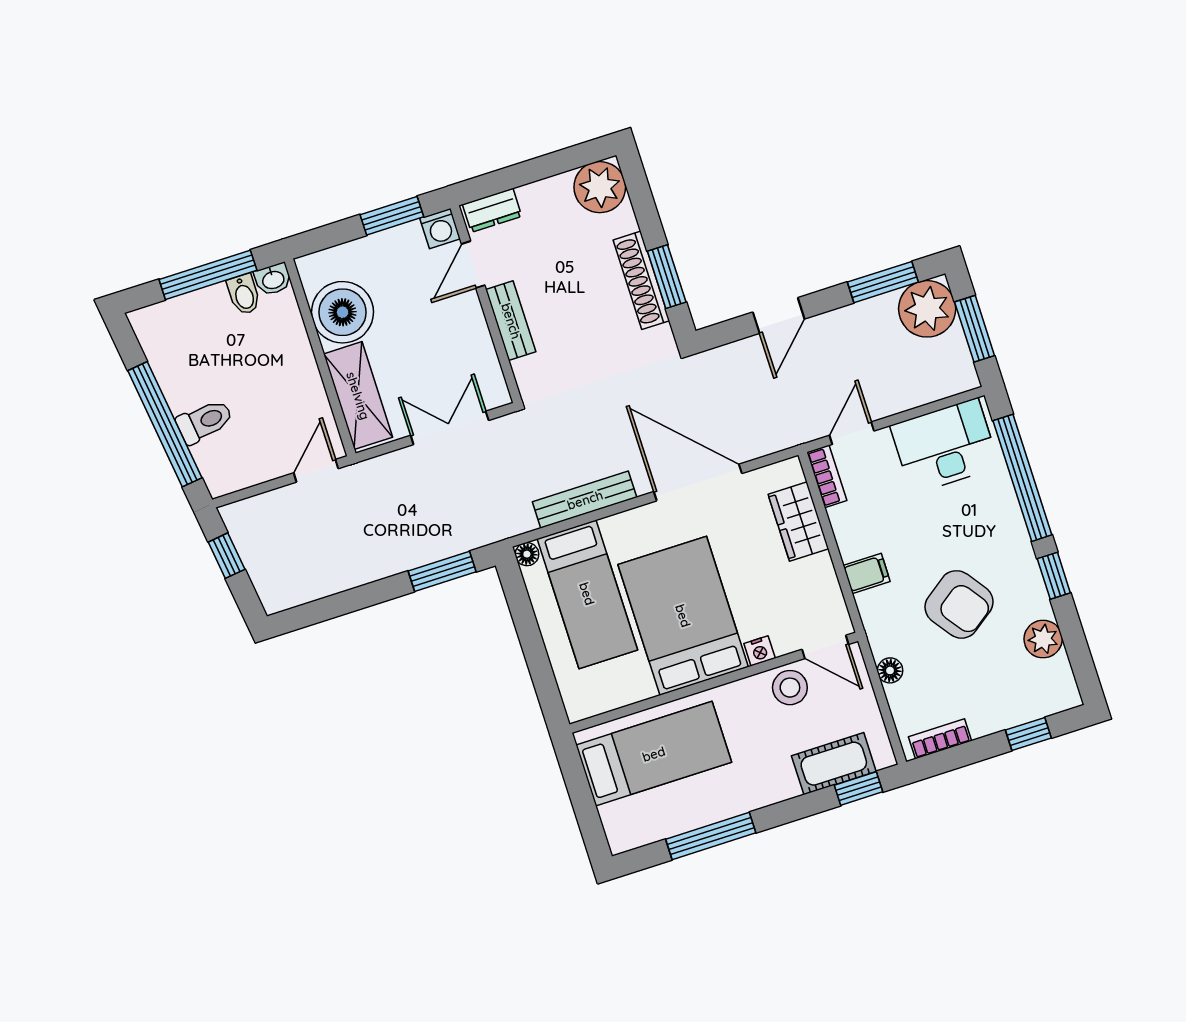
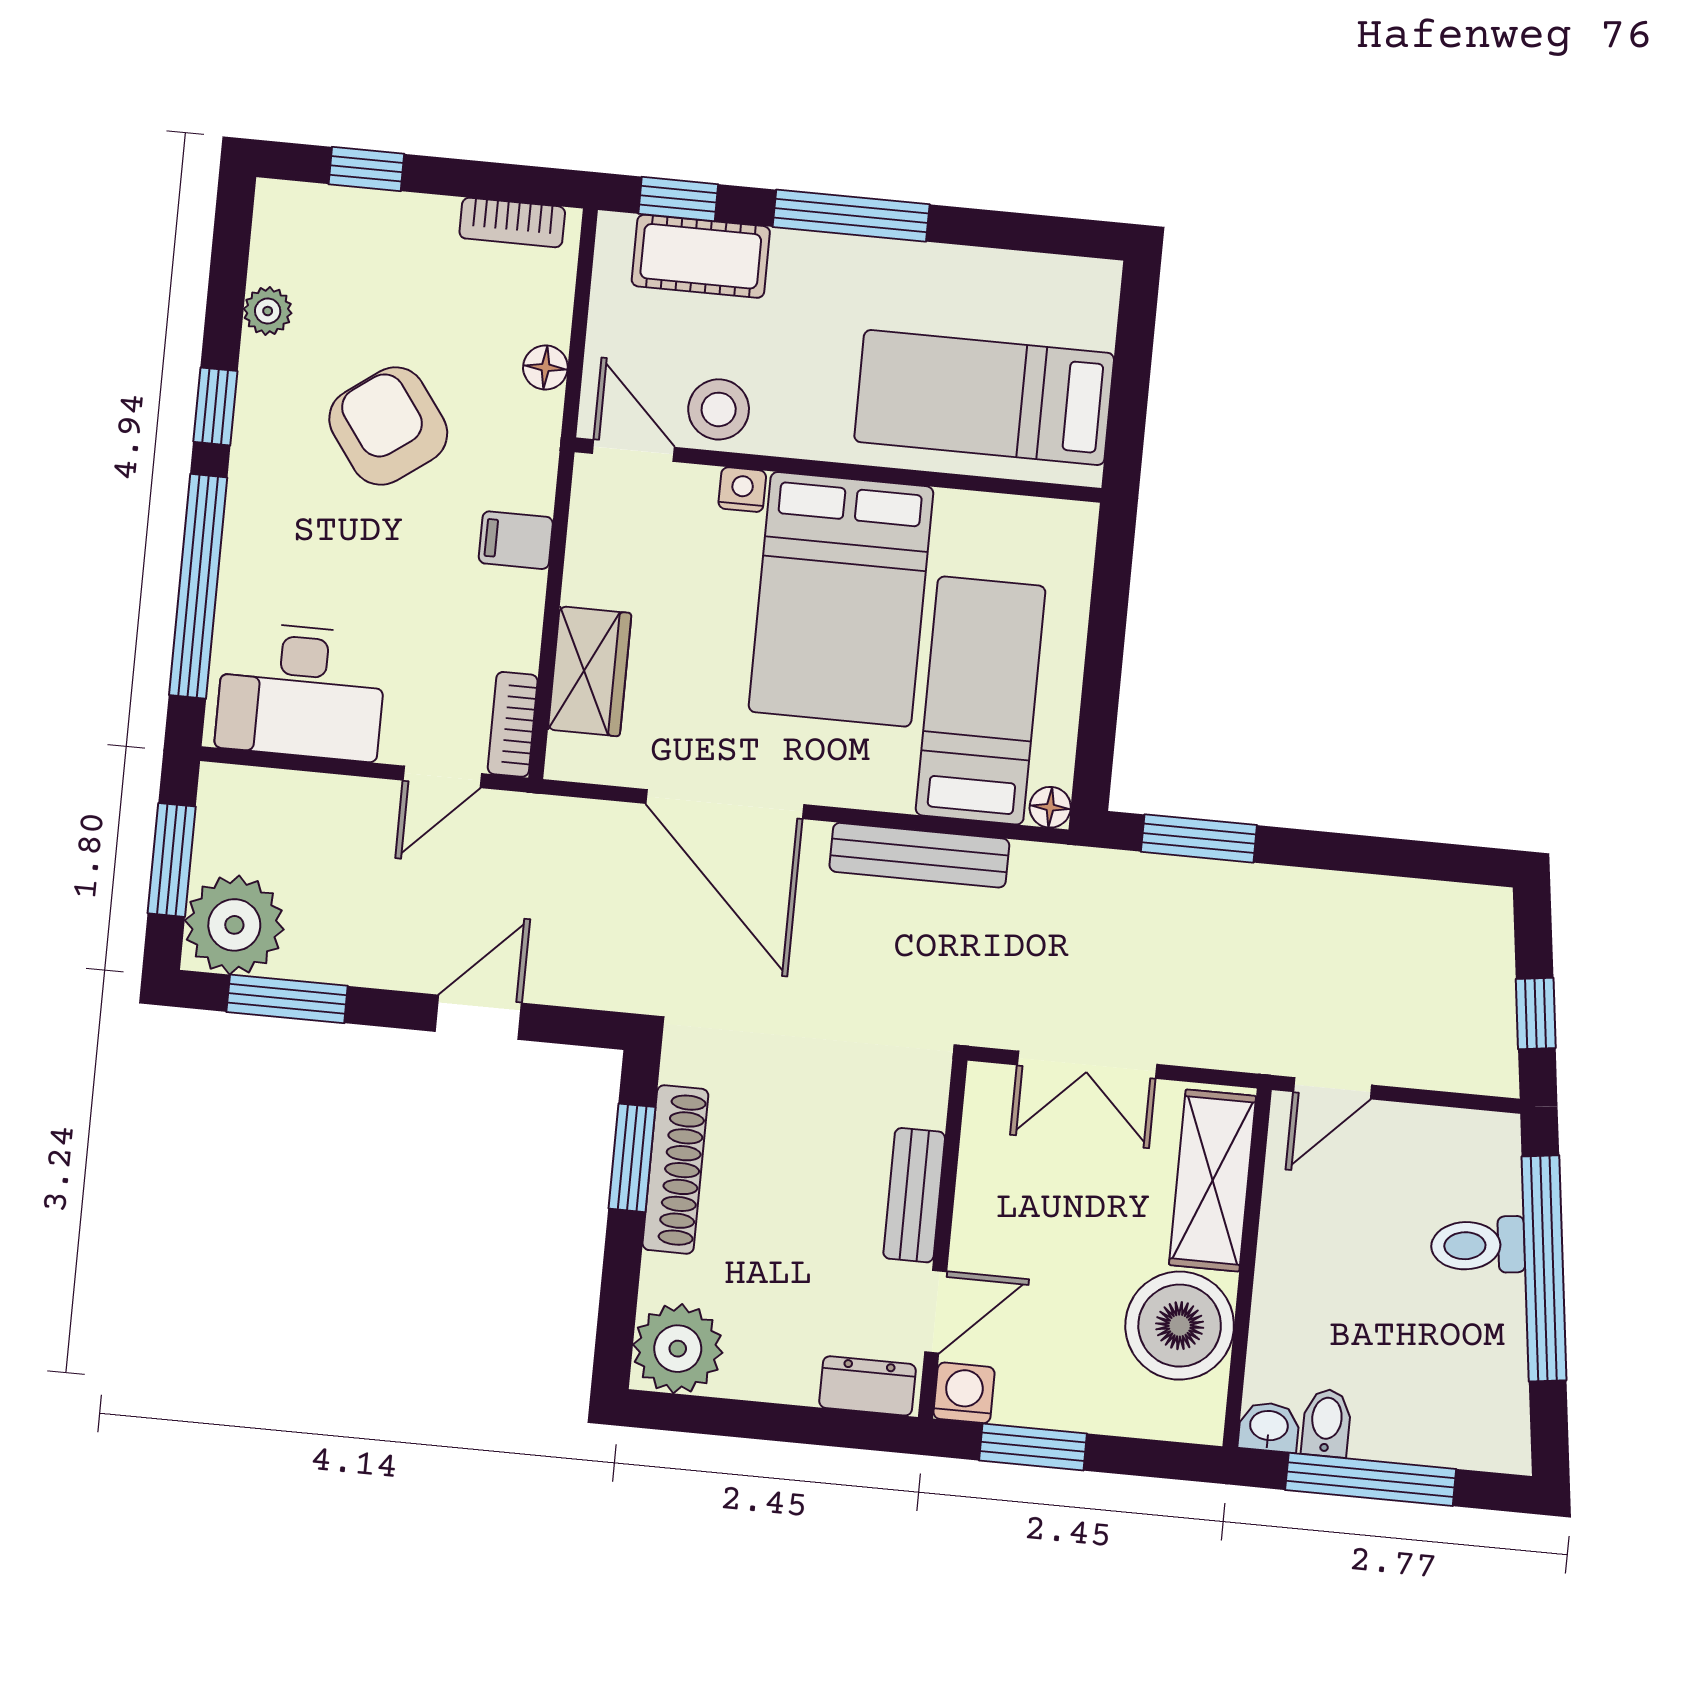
plant: (1043, 639) -> (268, 311), width x0.73, depth x0.73
window: (711, 836) -> (851, 216), moved

